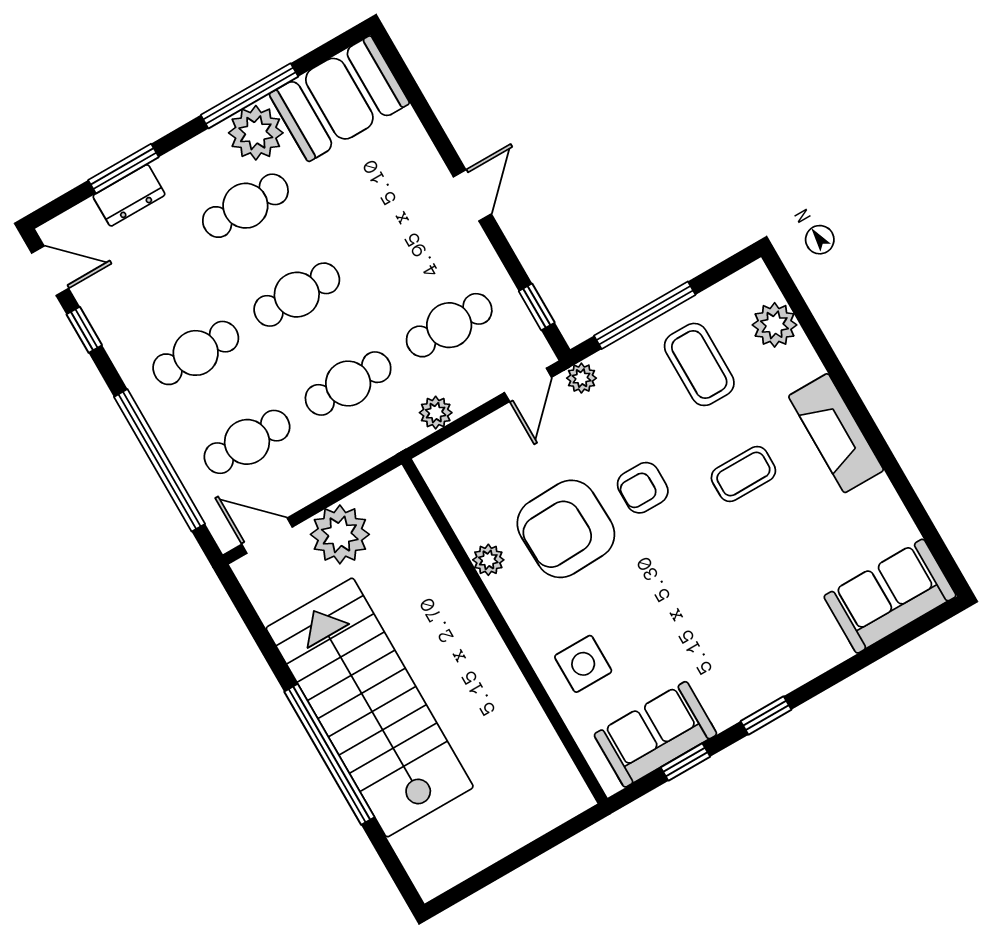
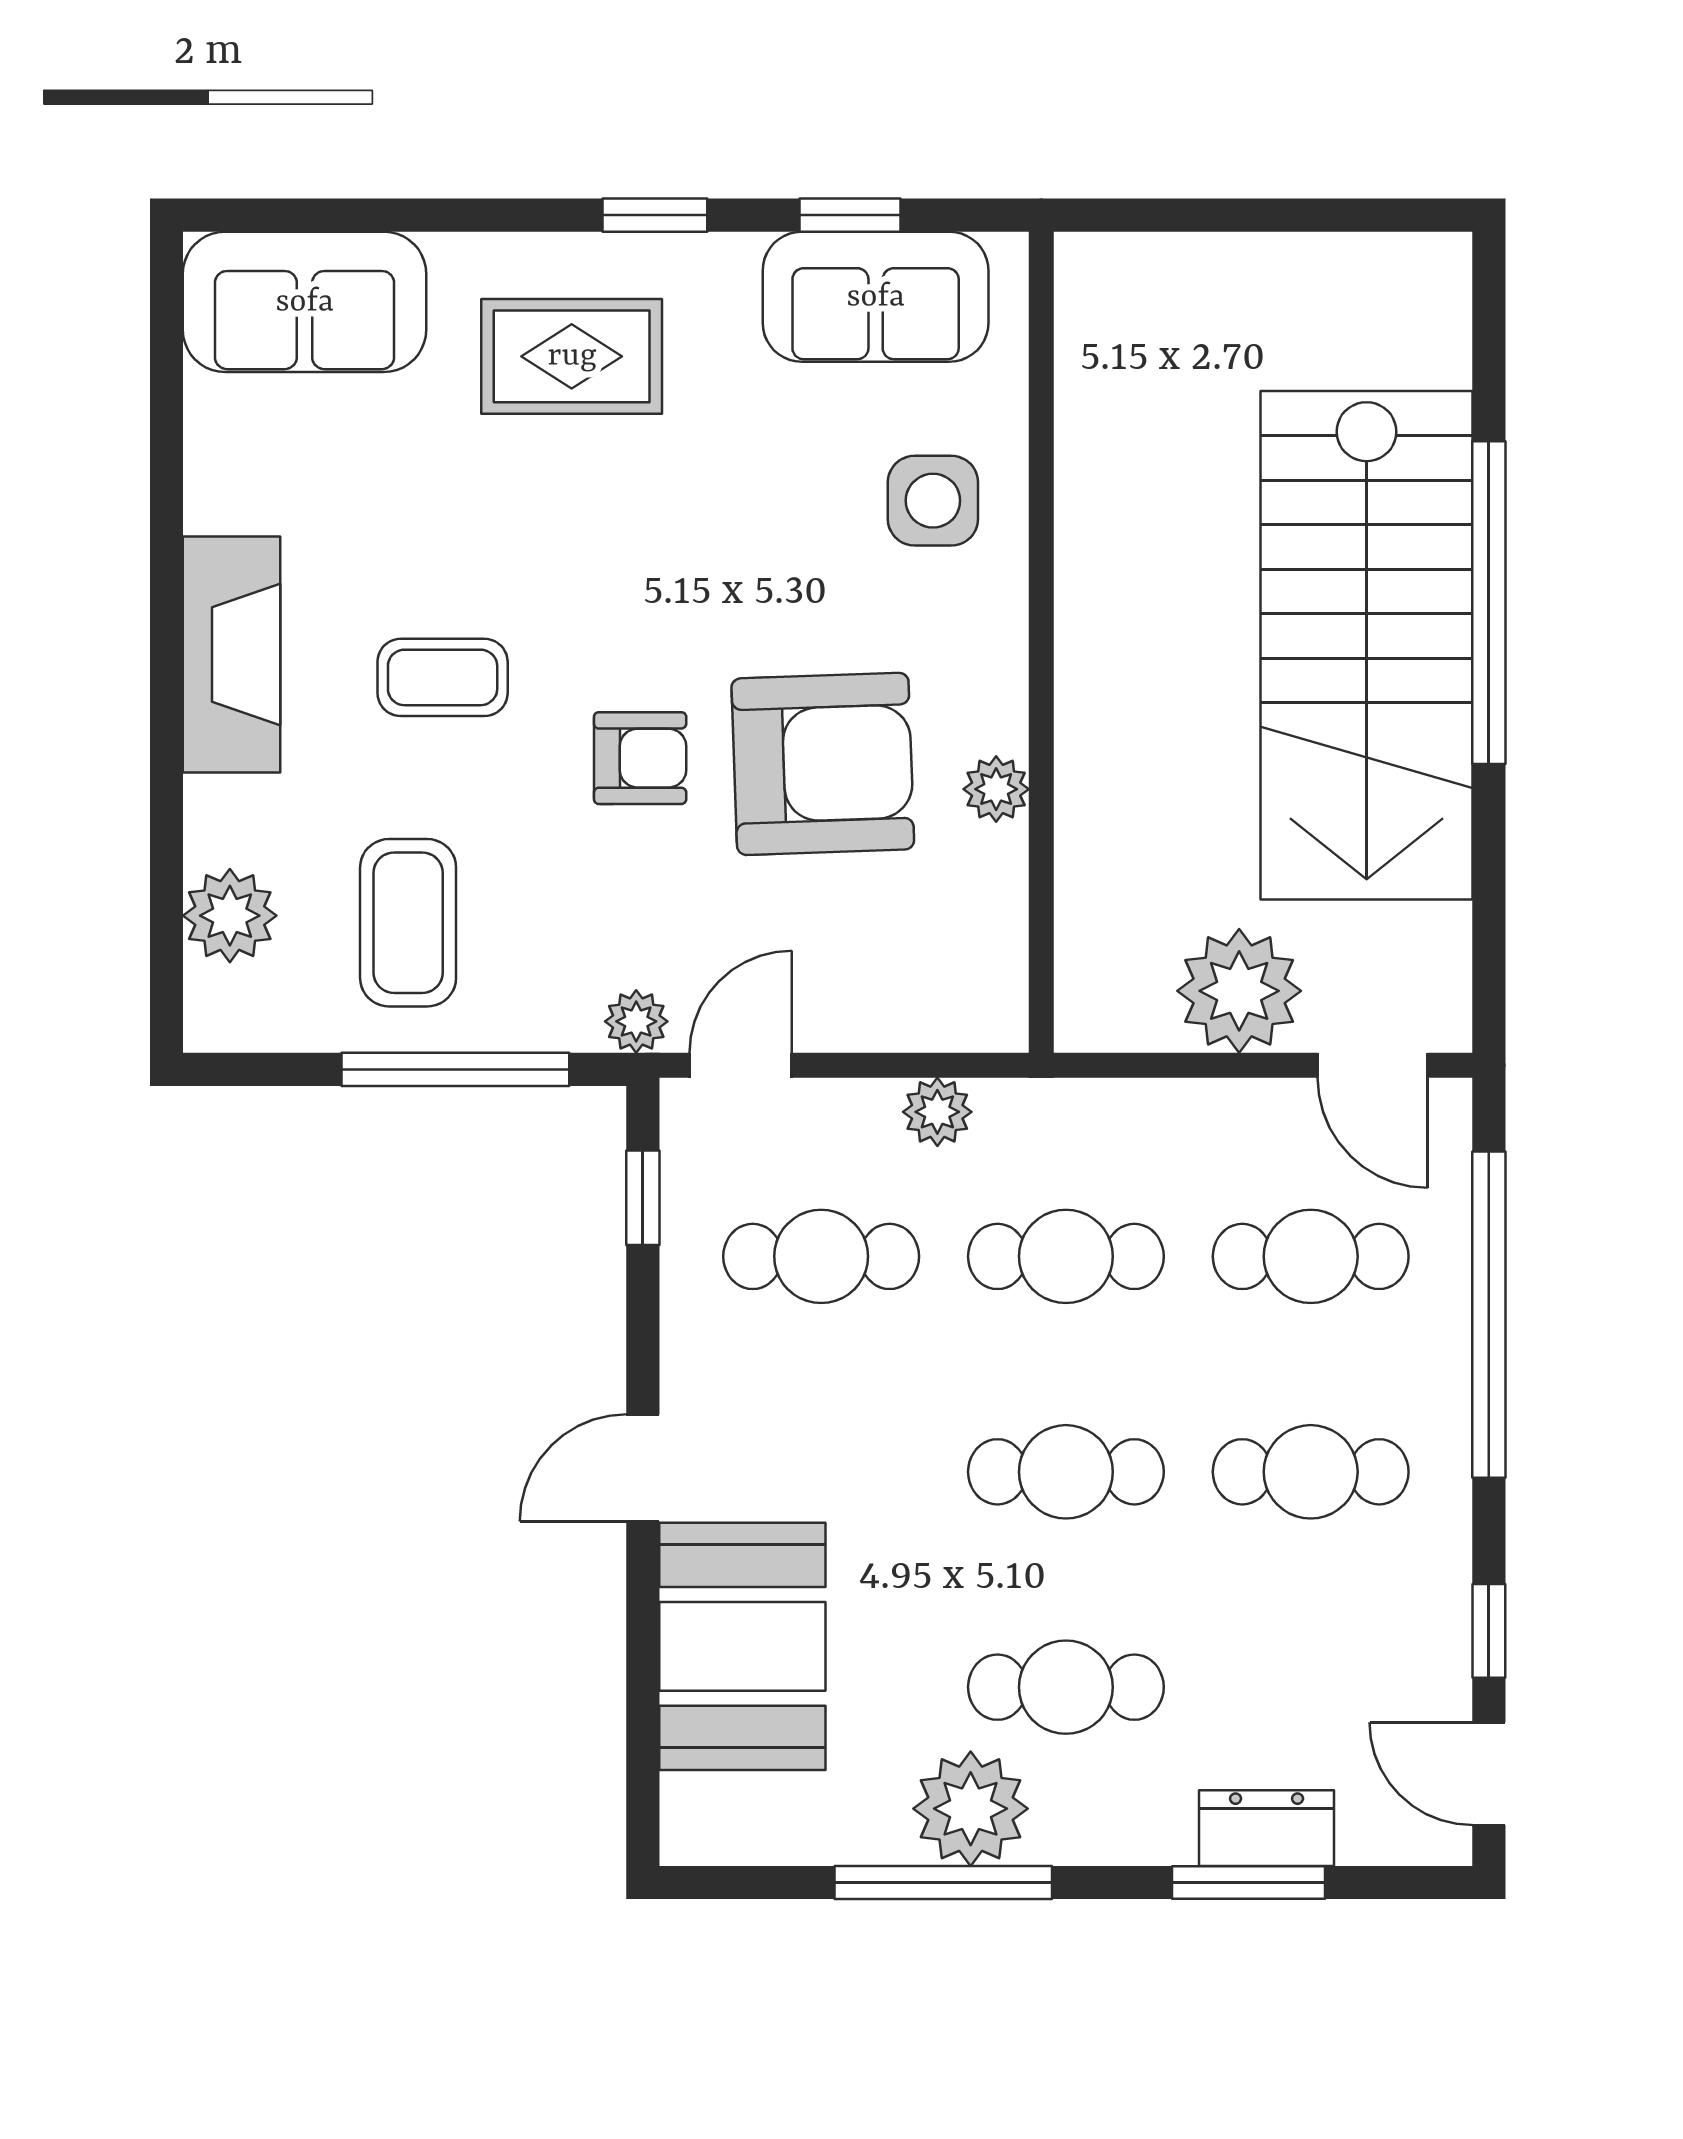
booth: (339, 99) -> (742, 1646), moved, turned 90
rug: (767, 637) -> (572, 356), added

